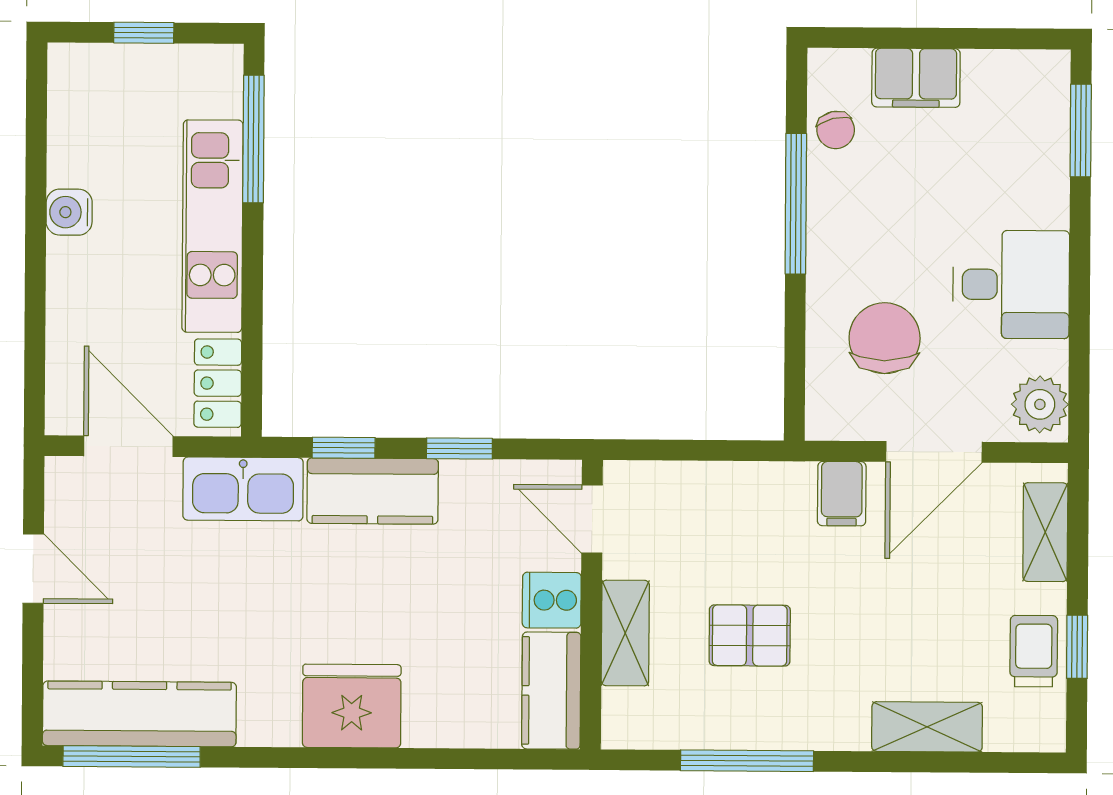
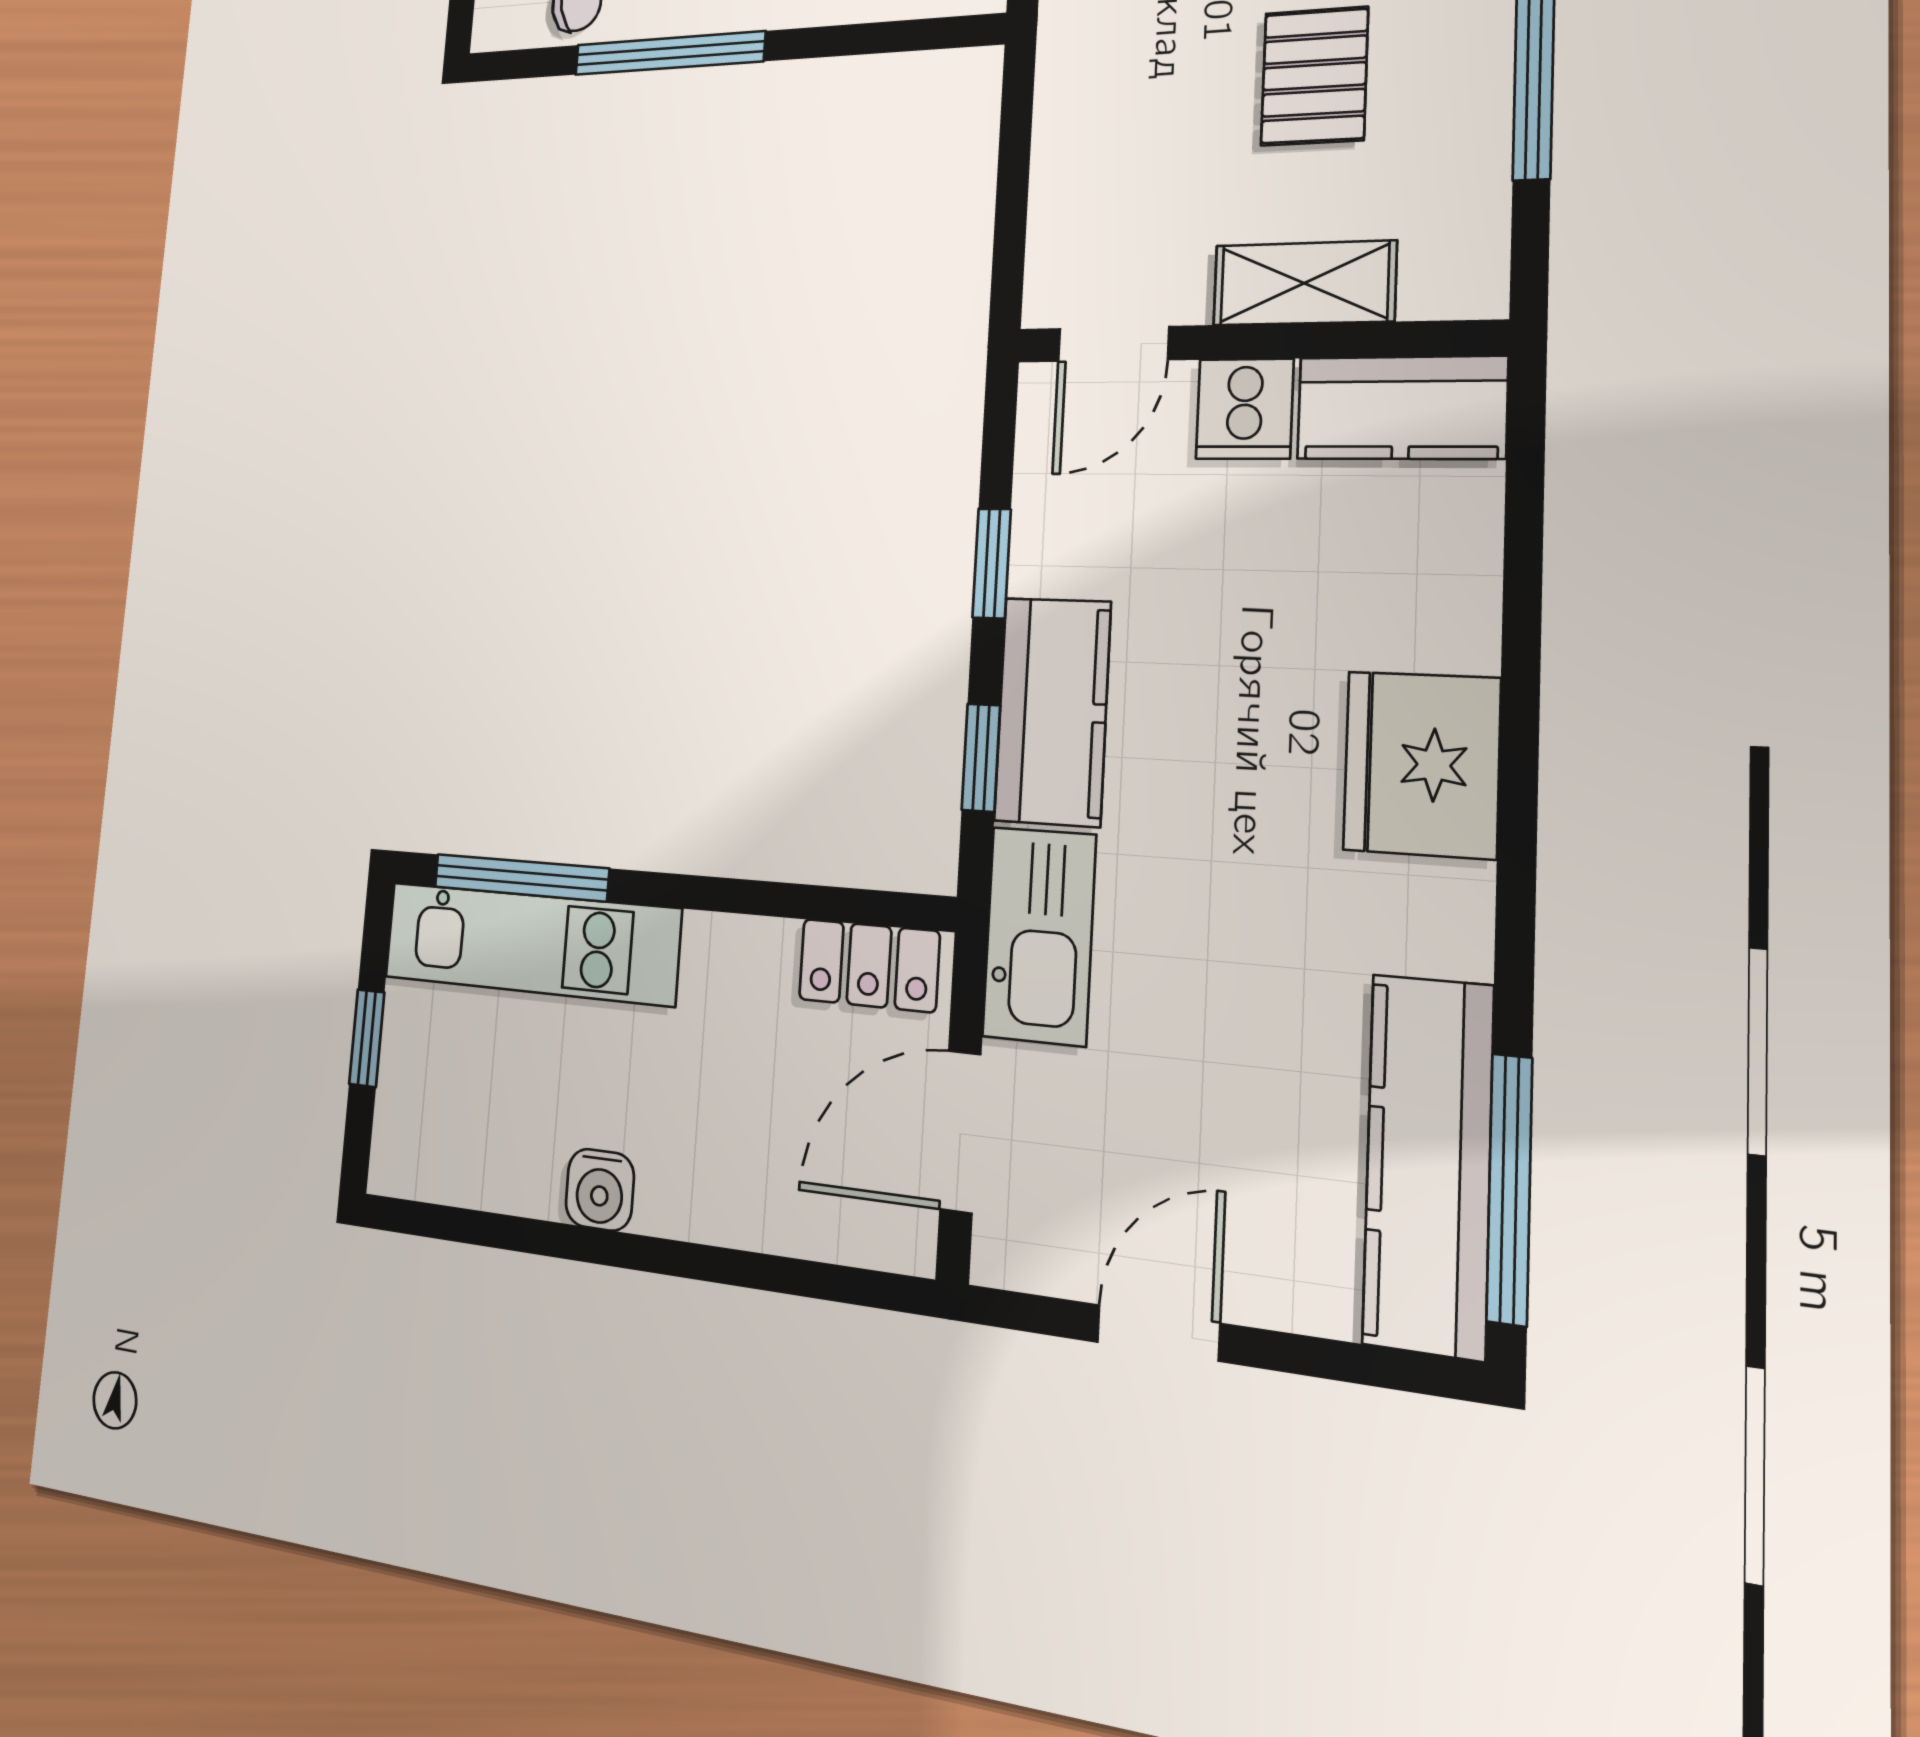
kitchen unit: (213, 226) -> (530, 943), moved

